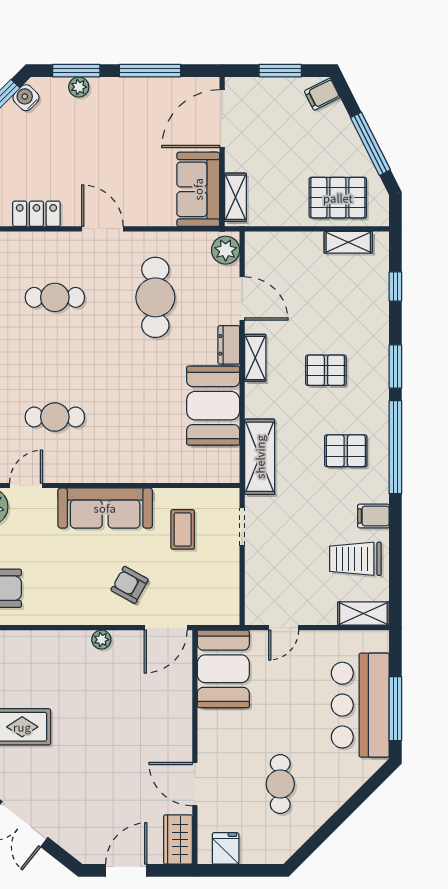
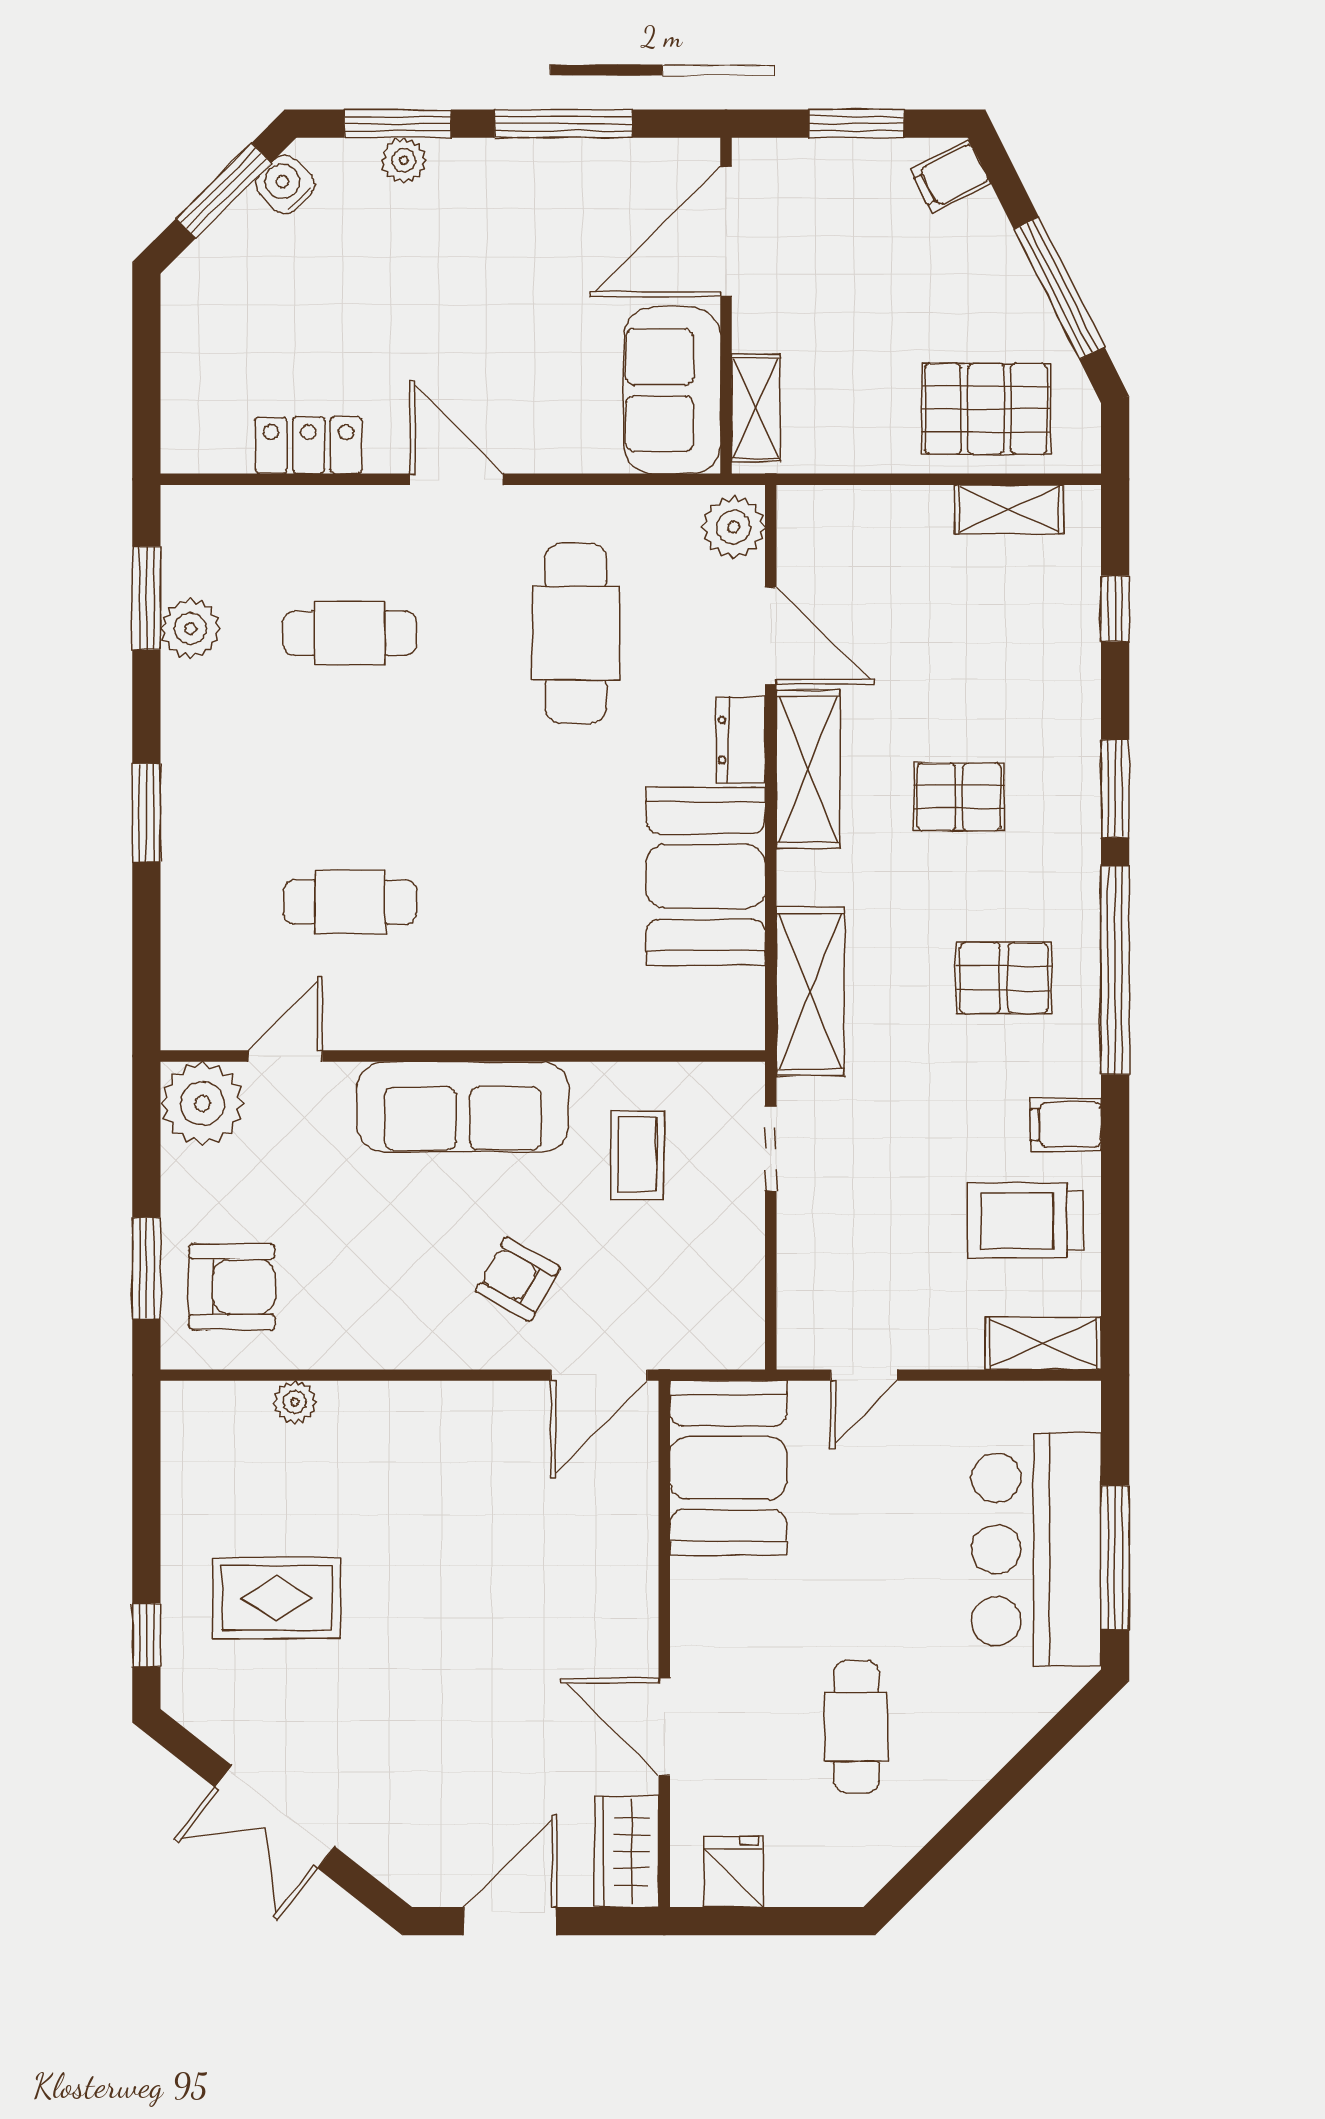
shelving: (255, 358) -> (808, 769), width x1.50, depth x1.33
plant: (101, 640) -> (295, 1402), moved

